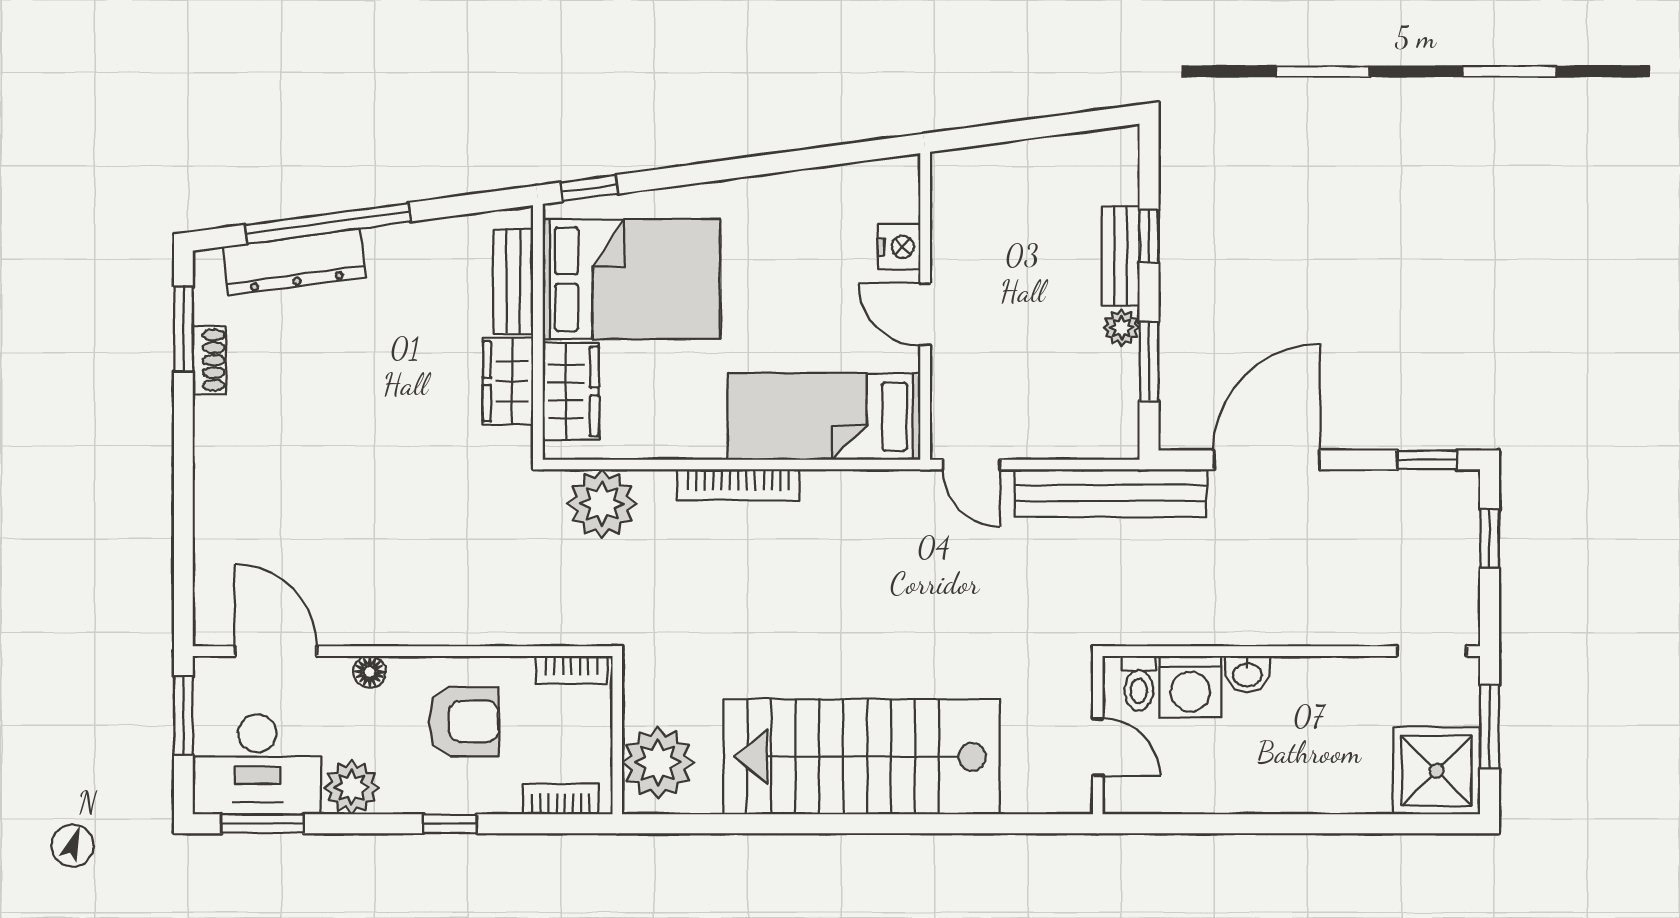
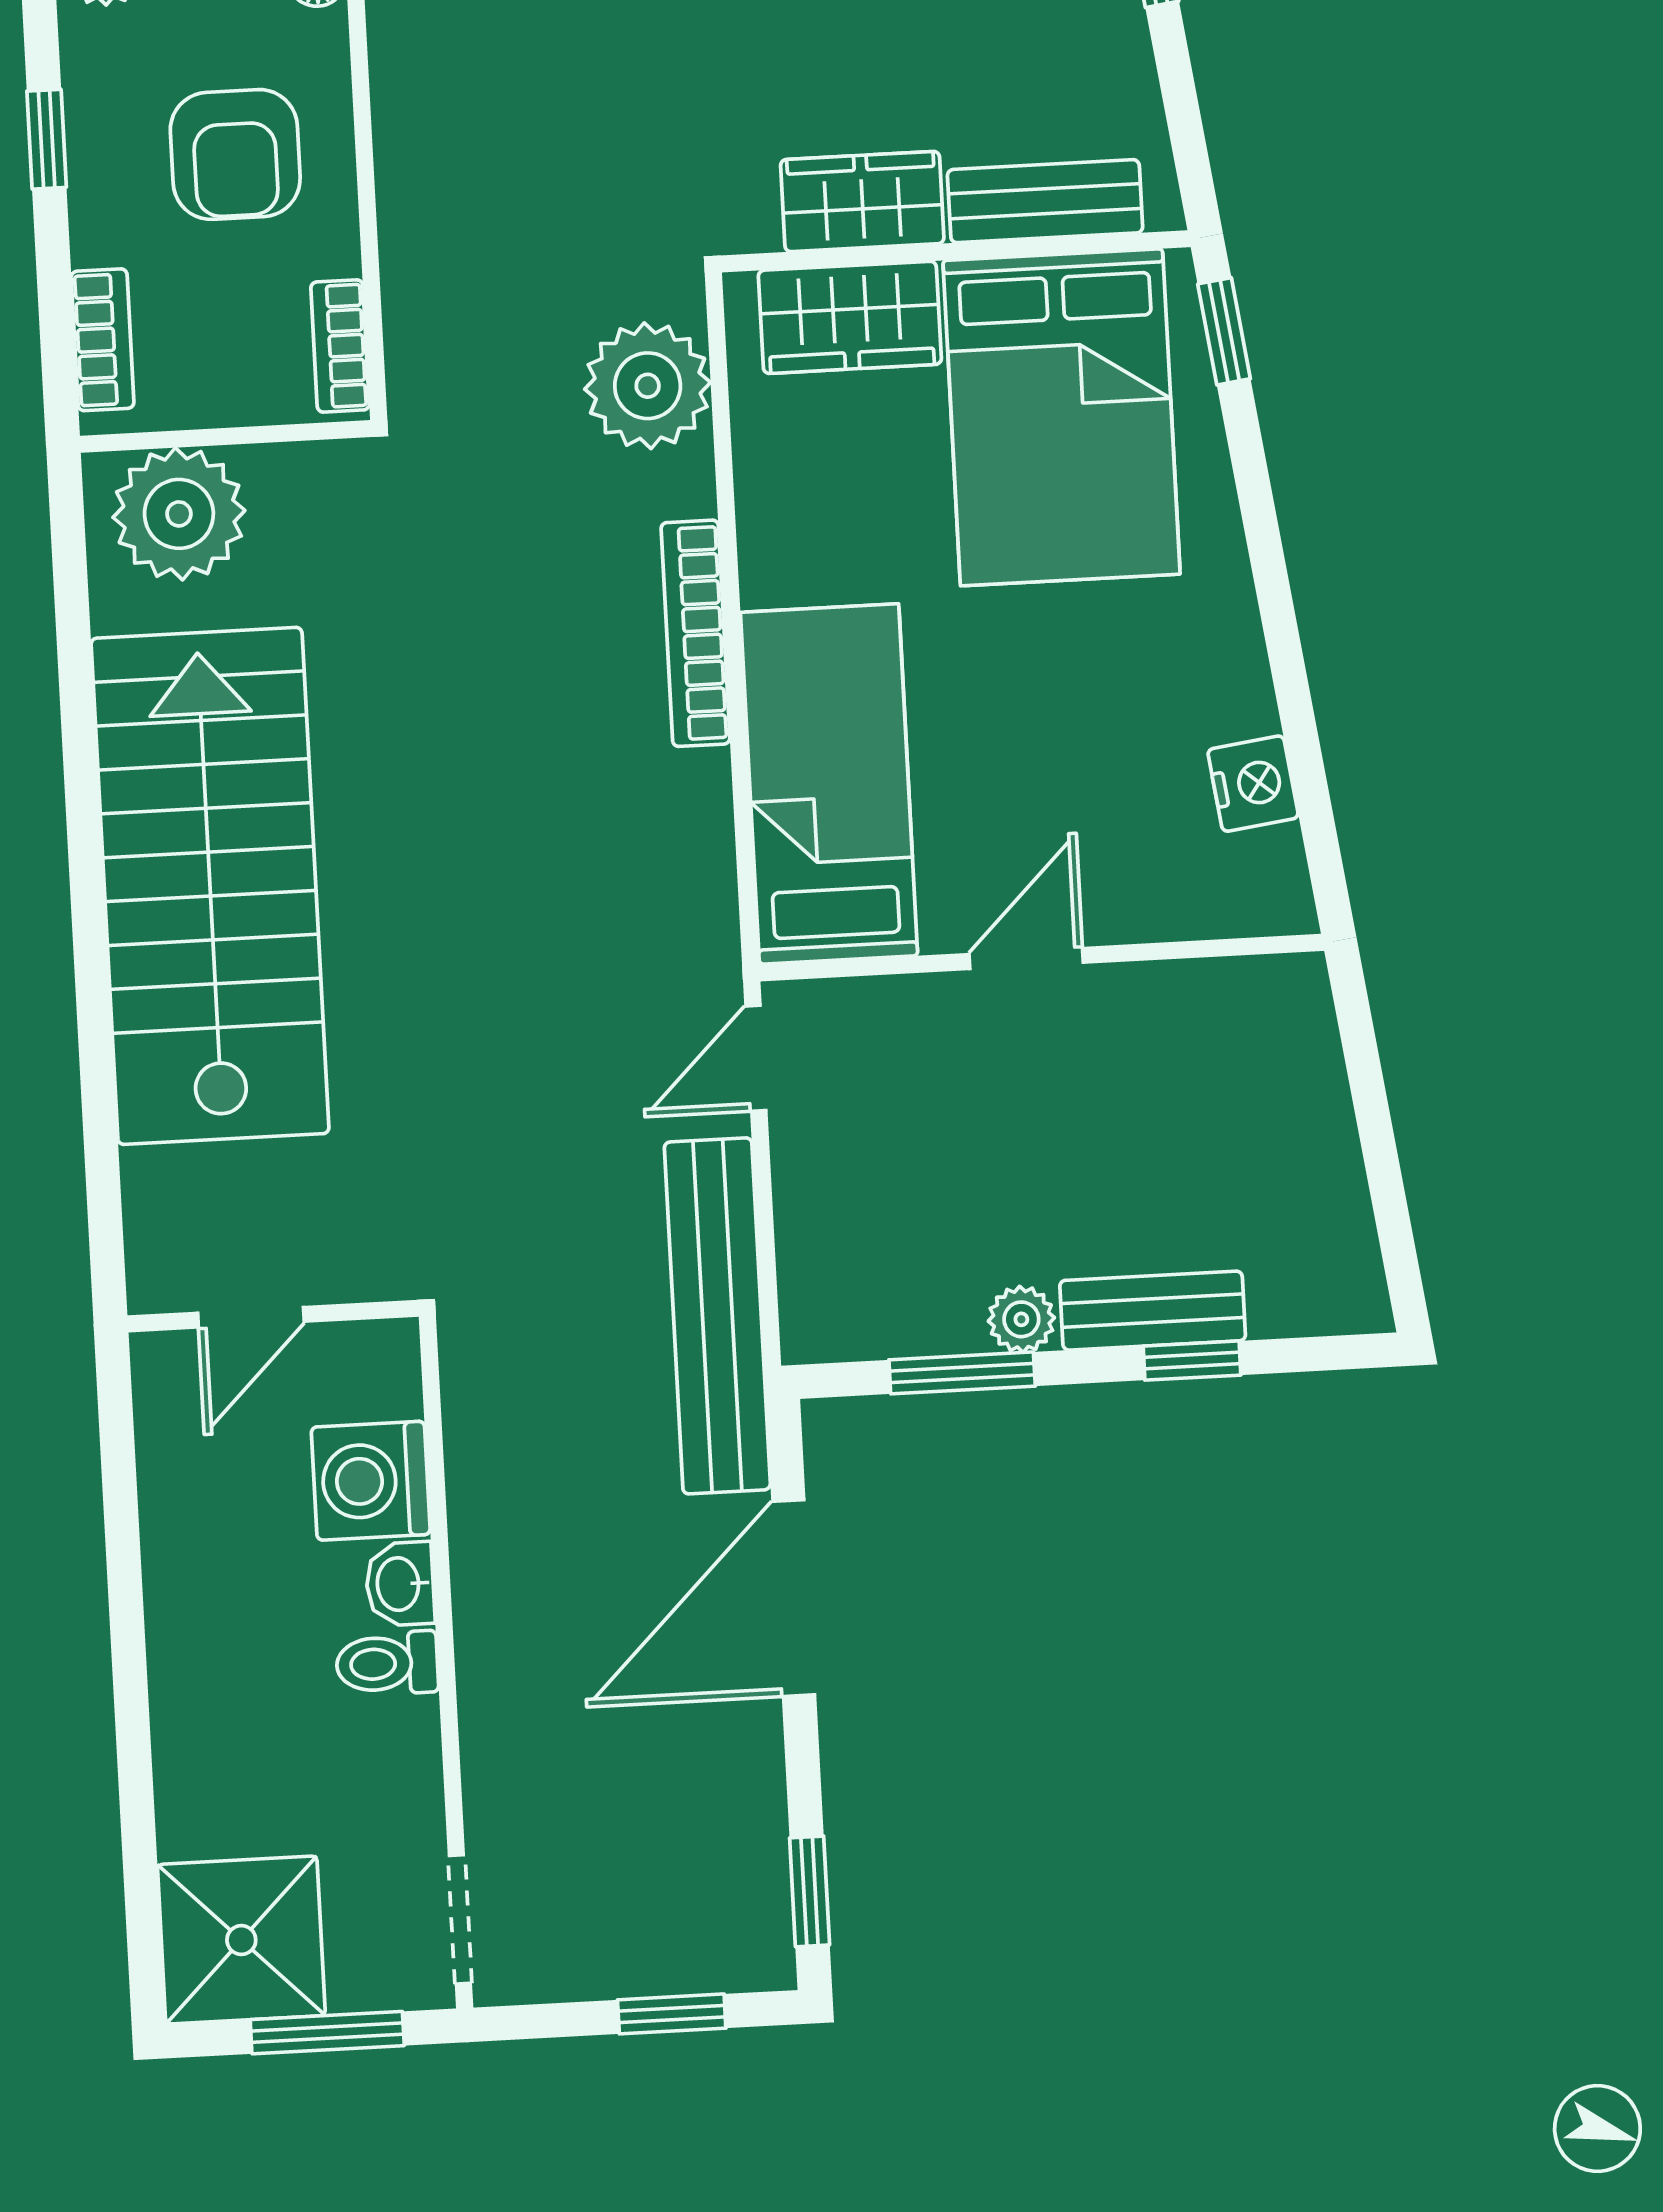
nightstand: (899, 247) -> (1253, 784), moved, turned -98
door: (1267, 460) -> (794, 1598), swing flipped
toilet: (1139, 683) -> (387, 1663), moved

